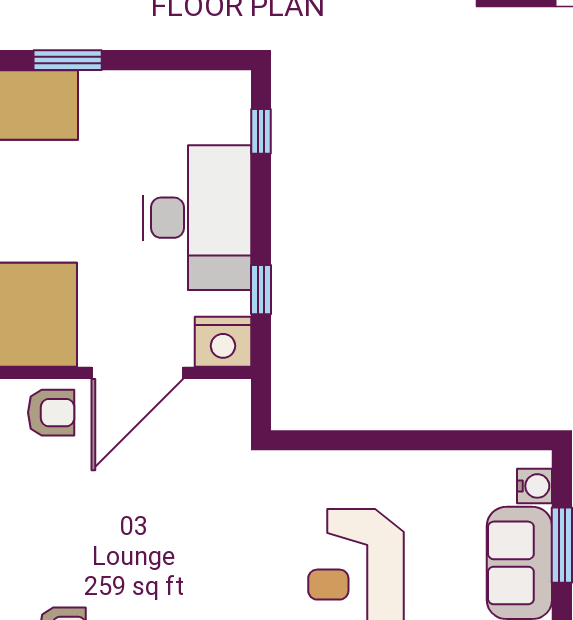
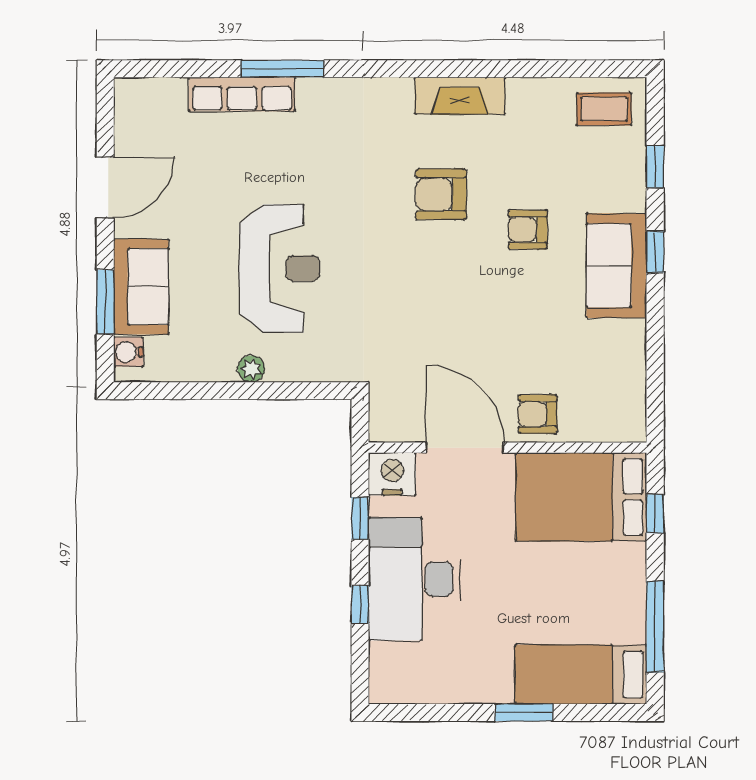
window: (261, 131) -> (360, 605), moved
door: (137, 373) -> (465, 448), hinge flipped
plant: (389, 466) -> (251, 369), added

